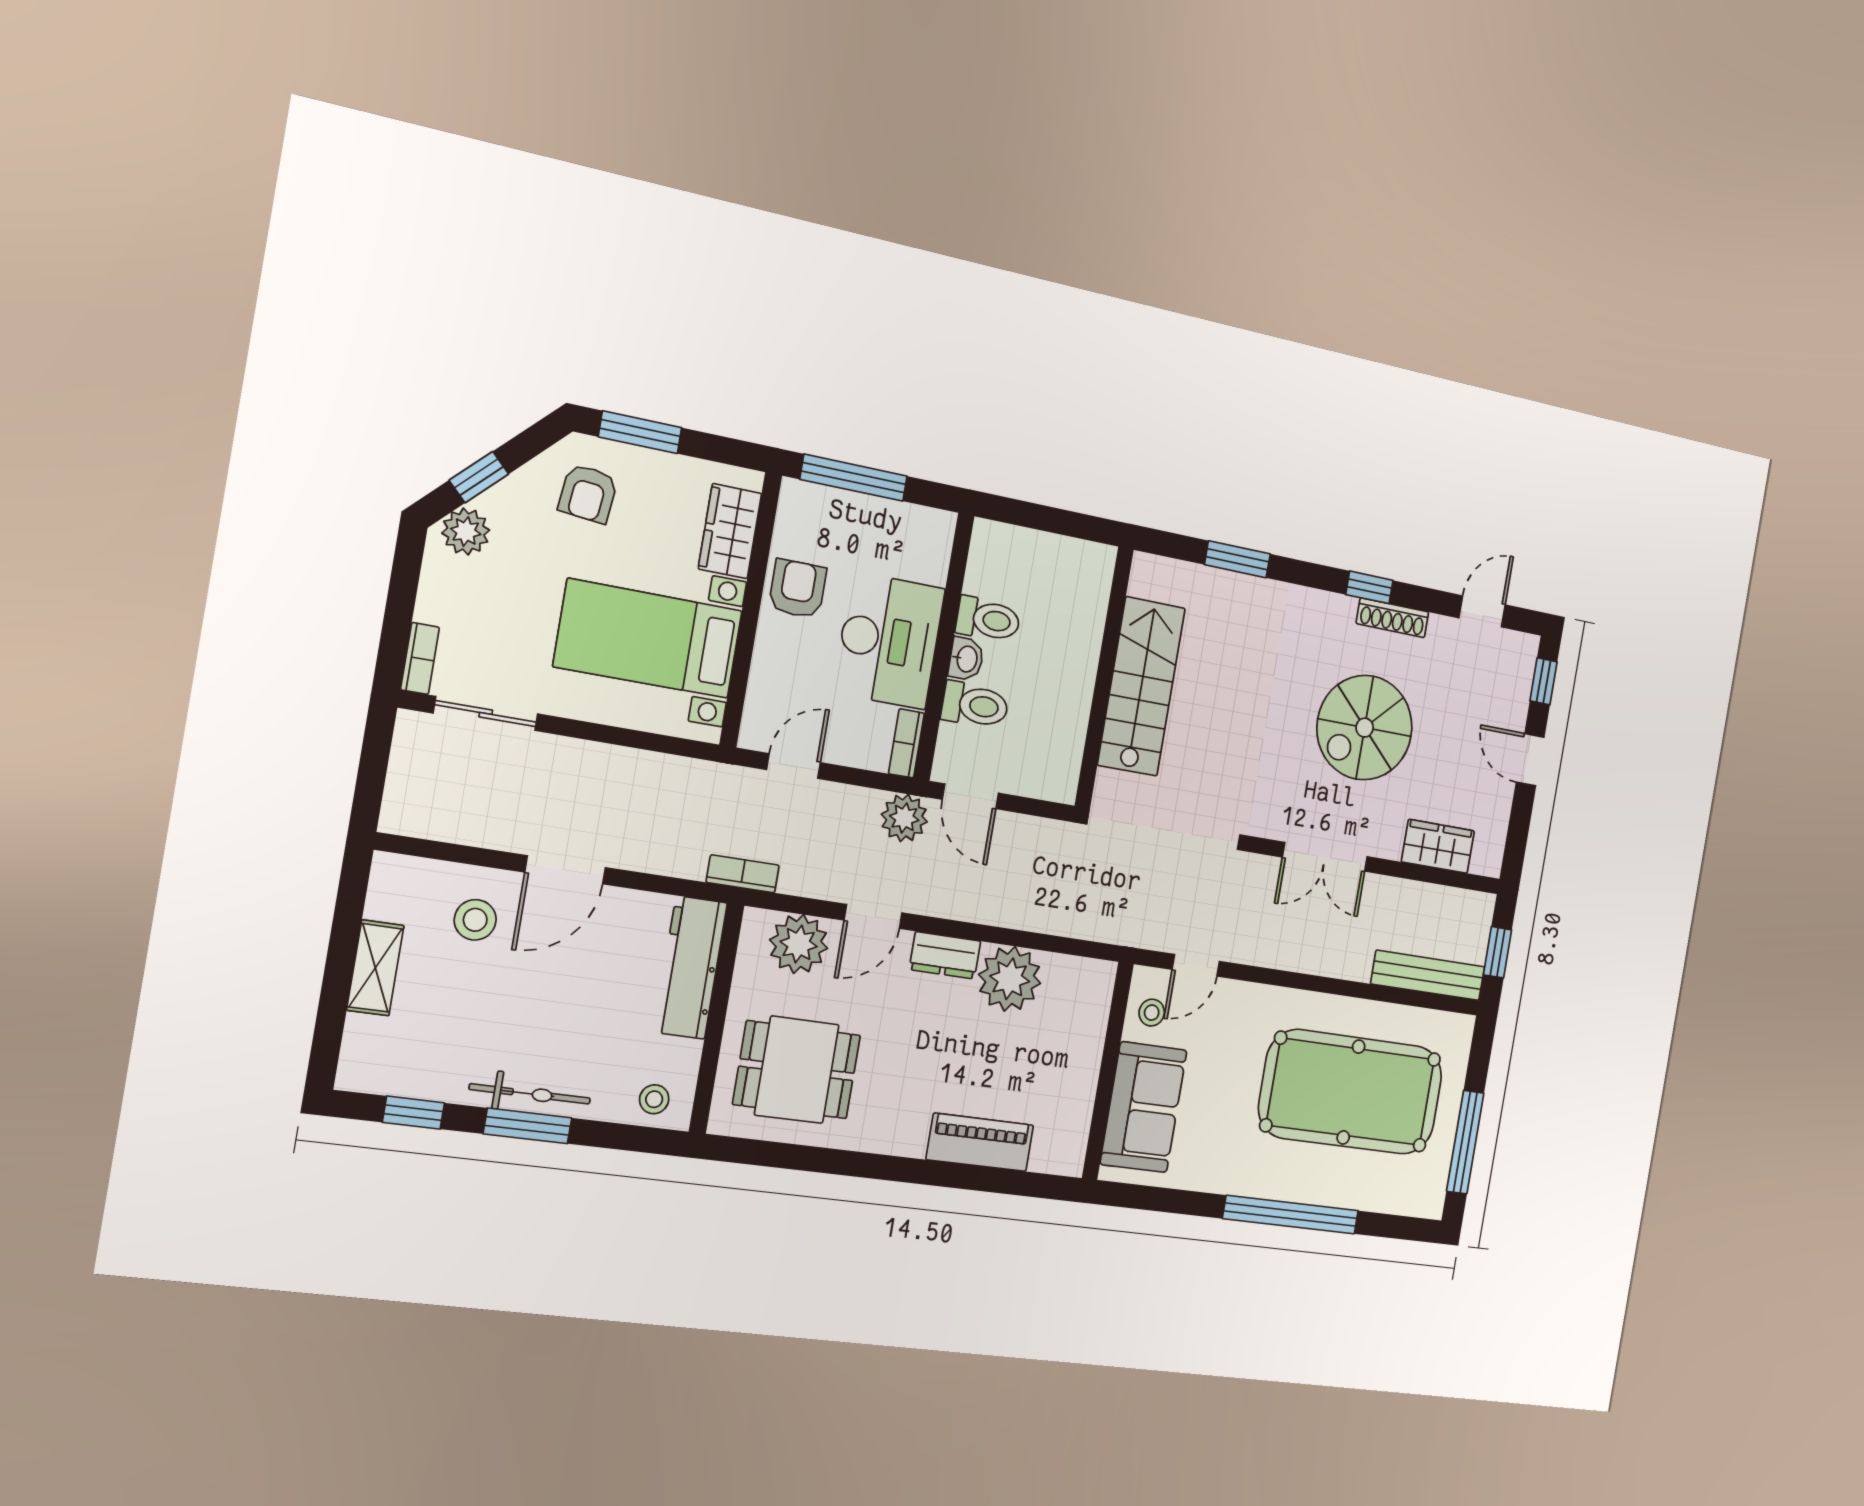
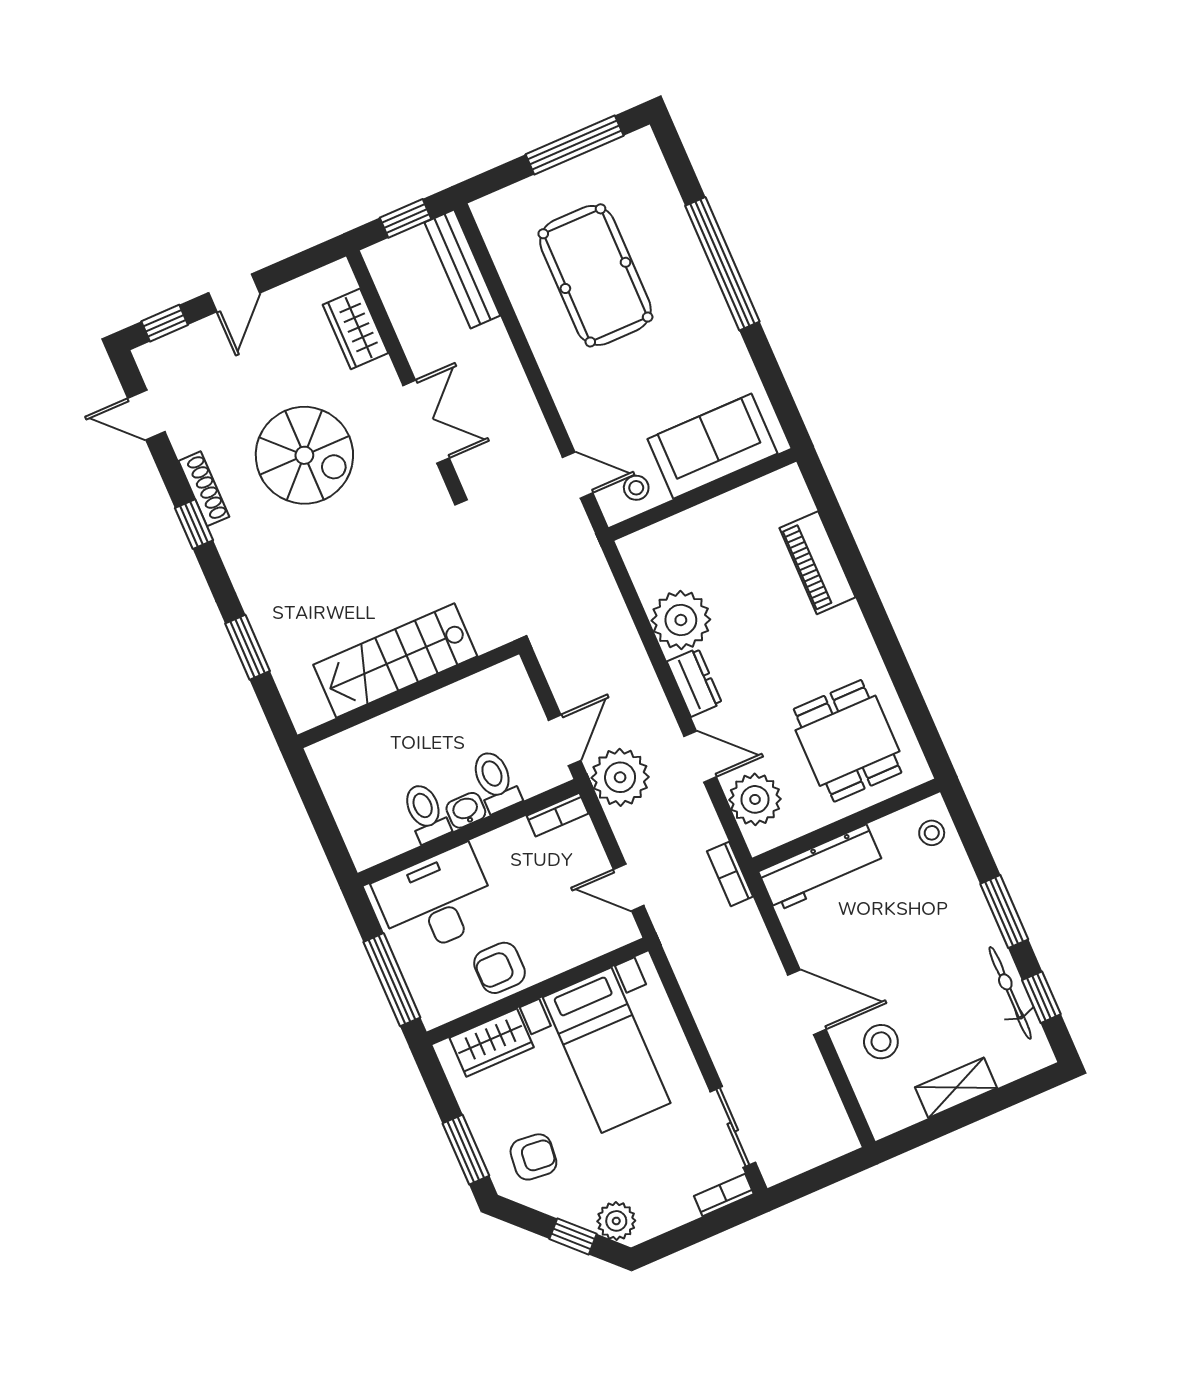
desk: (889, 641) -> (436, 901), moved
plant: (904, 818) -> (620, 777), width x1.36, depth x1.36
pool table: (1351, 1092) -> (595, 275), width x0.73, depth x0.76
bicycle: (530, 1094) -> (1010, 993), moved

